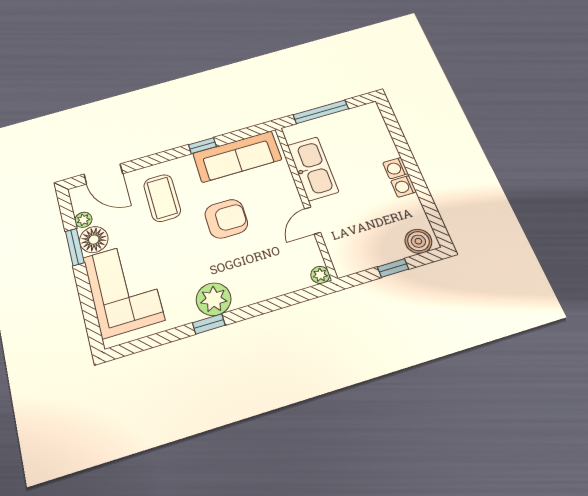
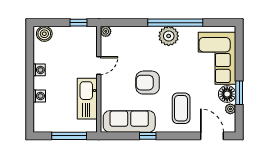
washing machine: (395, 168) -> (39, 96), moved
window: (393, 268) -> (79, 23), moved
window: (209, 324) -> (175, 23), width x3.17

